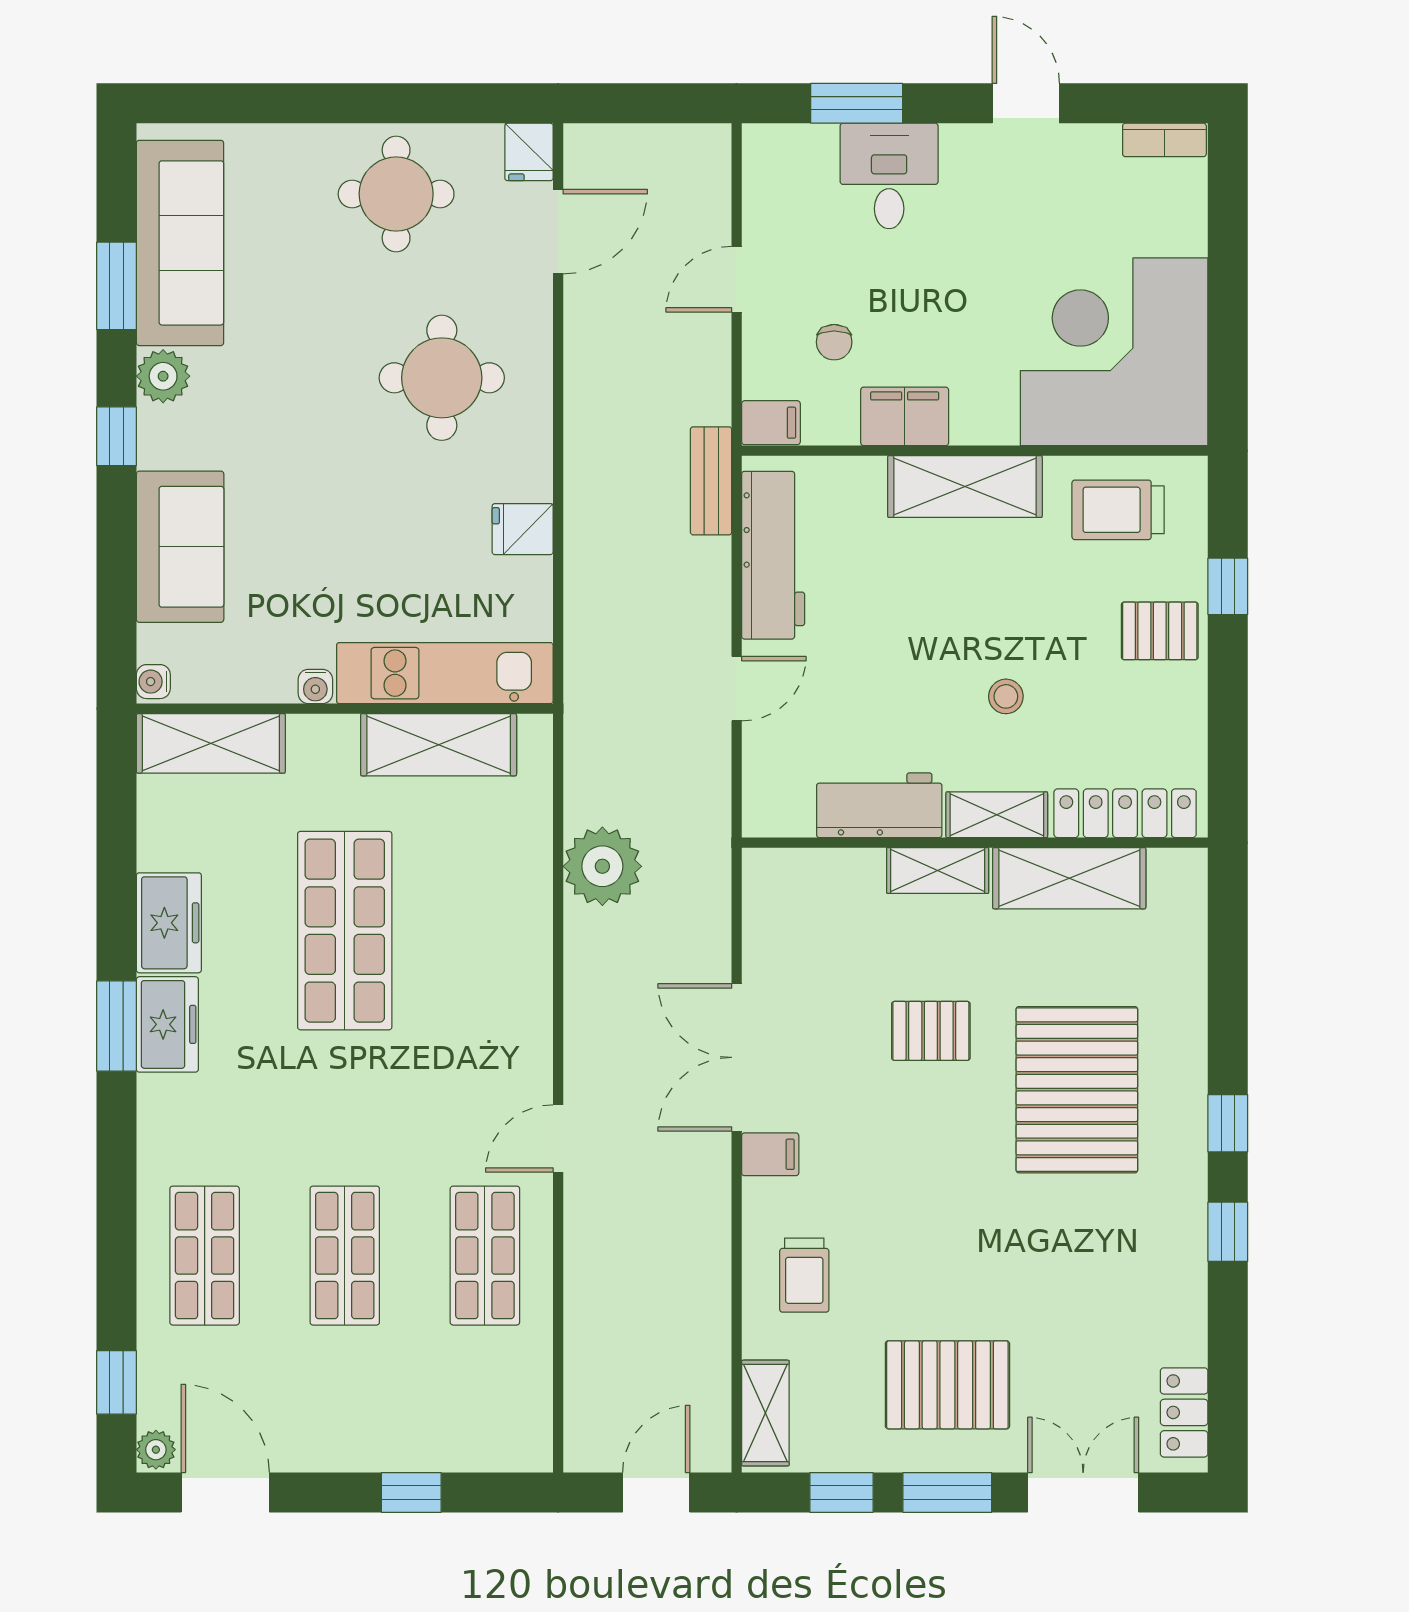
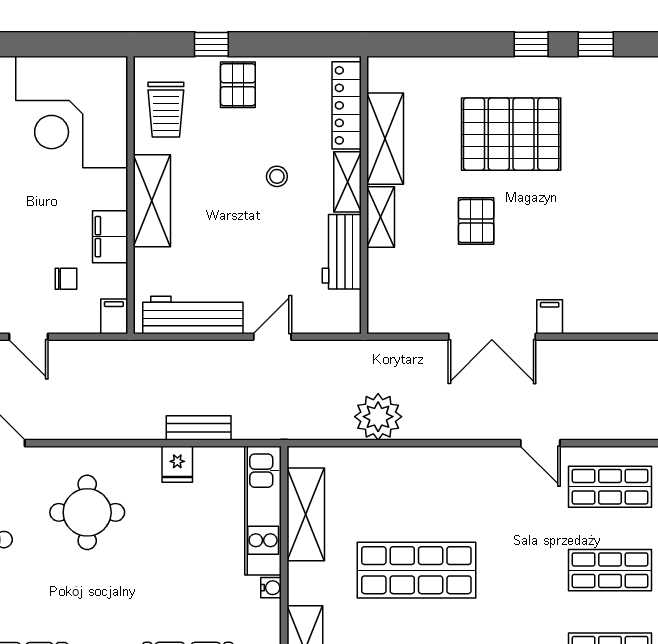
bench: (711, 481) -> (199, 428), moved
door: (737, 689) -> (272, 337), hinge flipped
trolley: (804, 1275) -> (622, 296), removed

